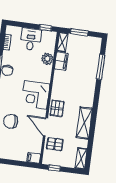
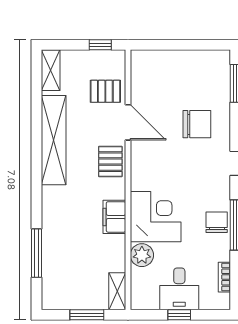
window: (46, 28) -> (179, 315), moved
filing cabinet: (61, 61) -> (114, 217), moved
corner desk: (36, 95) -> (156, 217), moved
shelving: (84, 123) -> (54, 140), width x1.47
filing cabinet: (34, 158) -> (143, 59), removed

